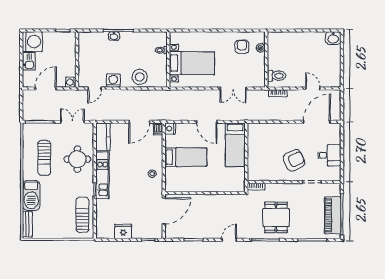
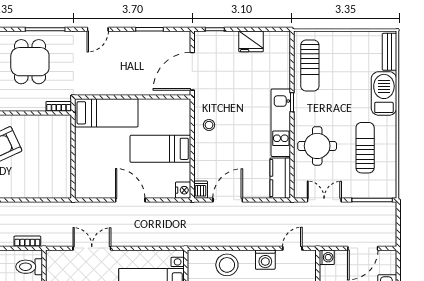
double door: (72, 122) -> (324, 200), swing flipped
bed: (235, 145) -> (106, 113), moved, turned 90

